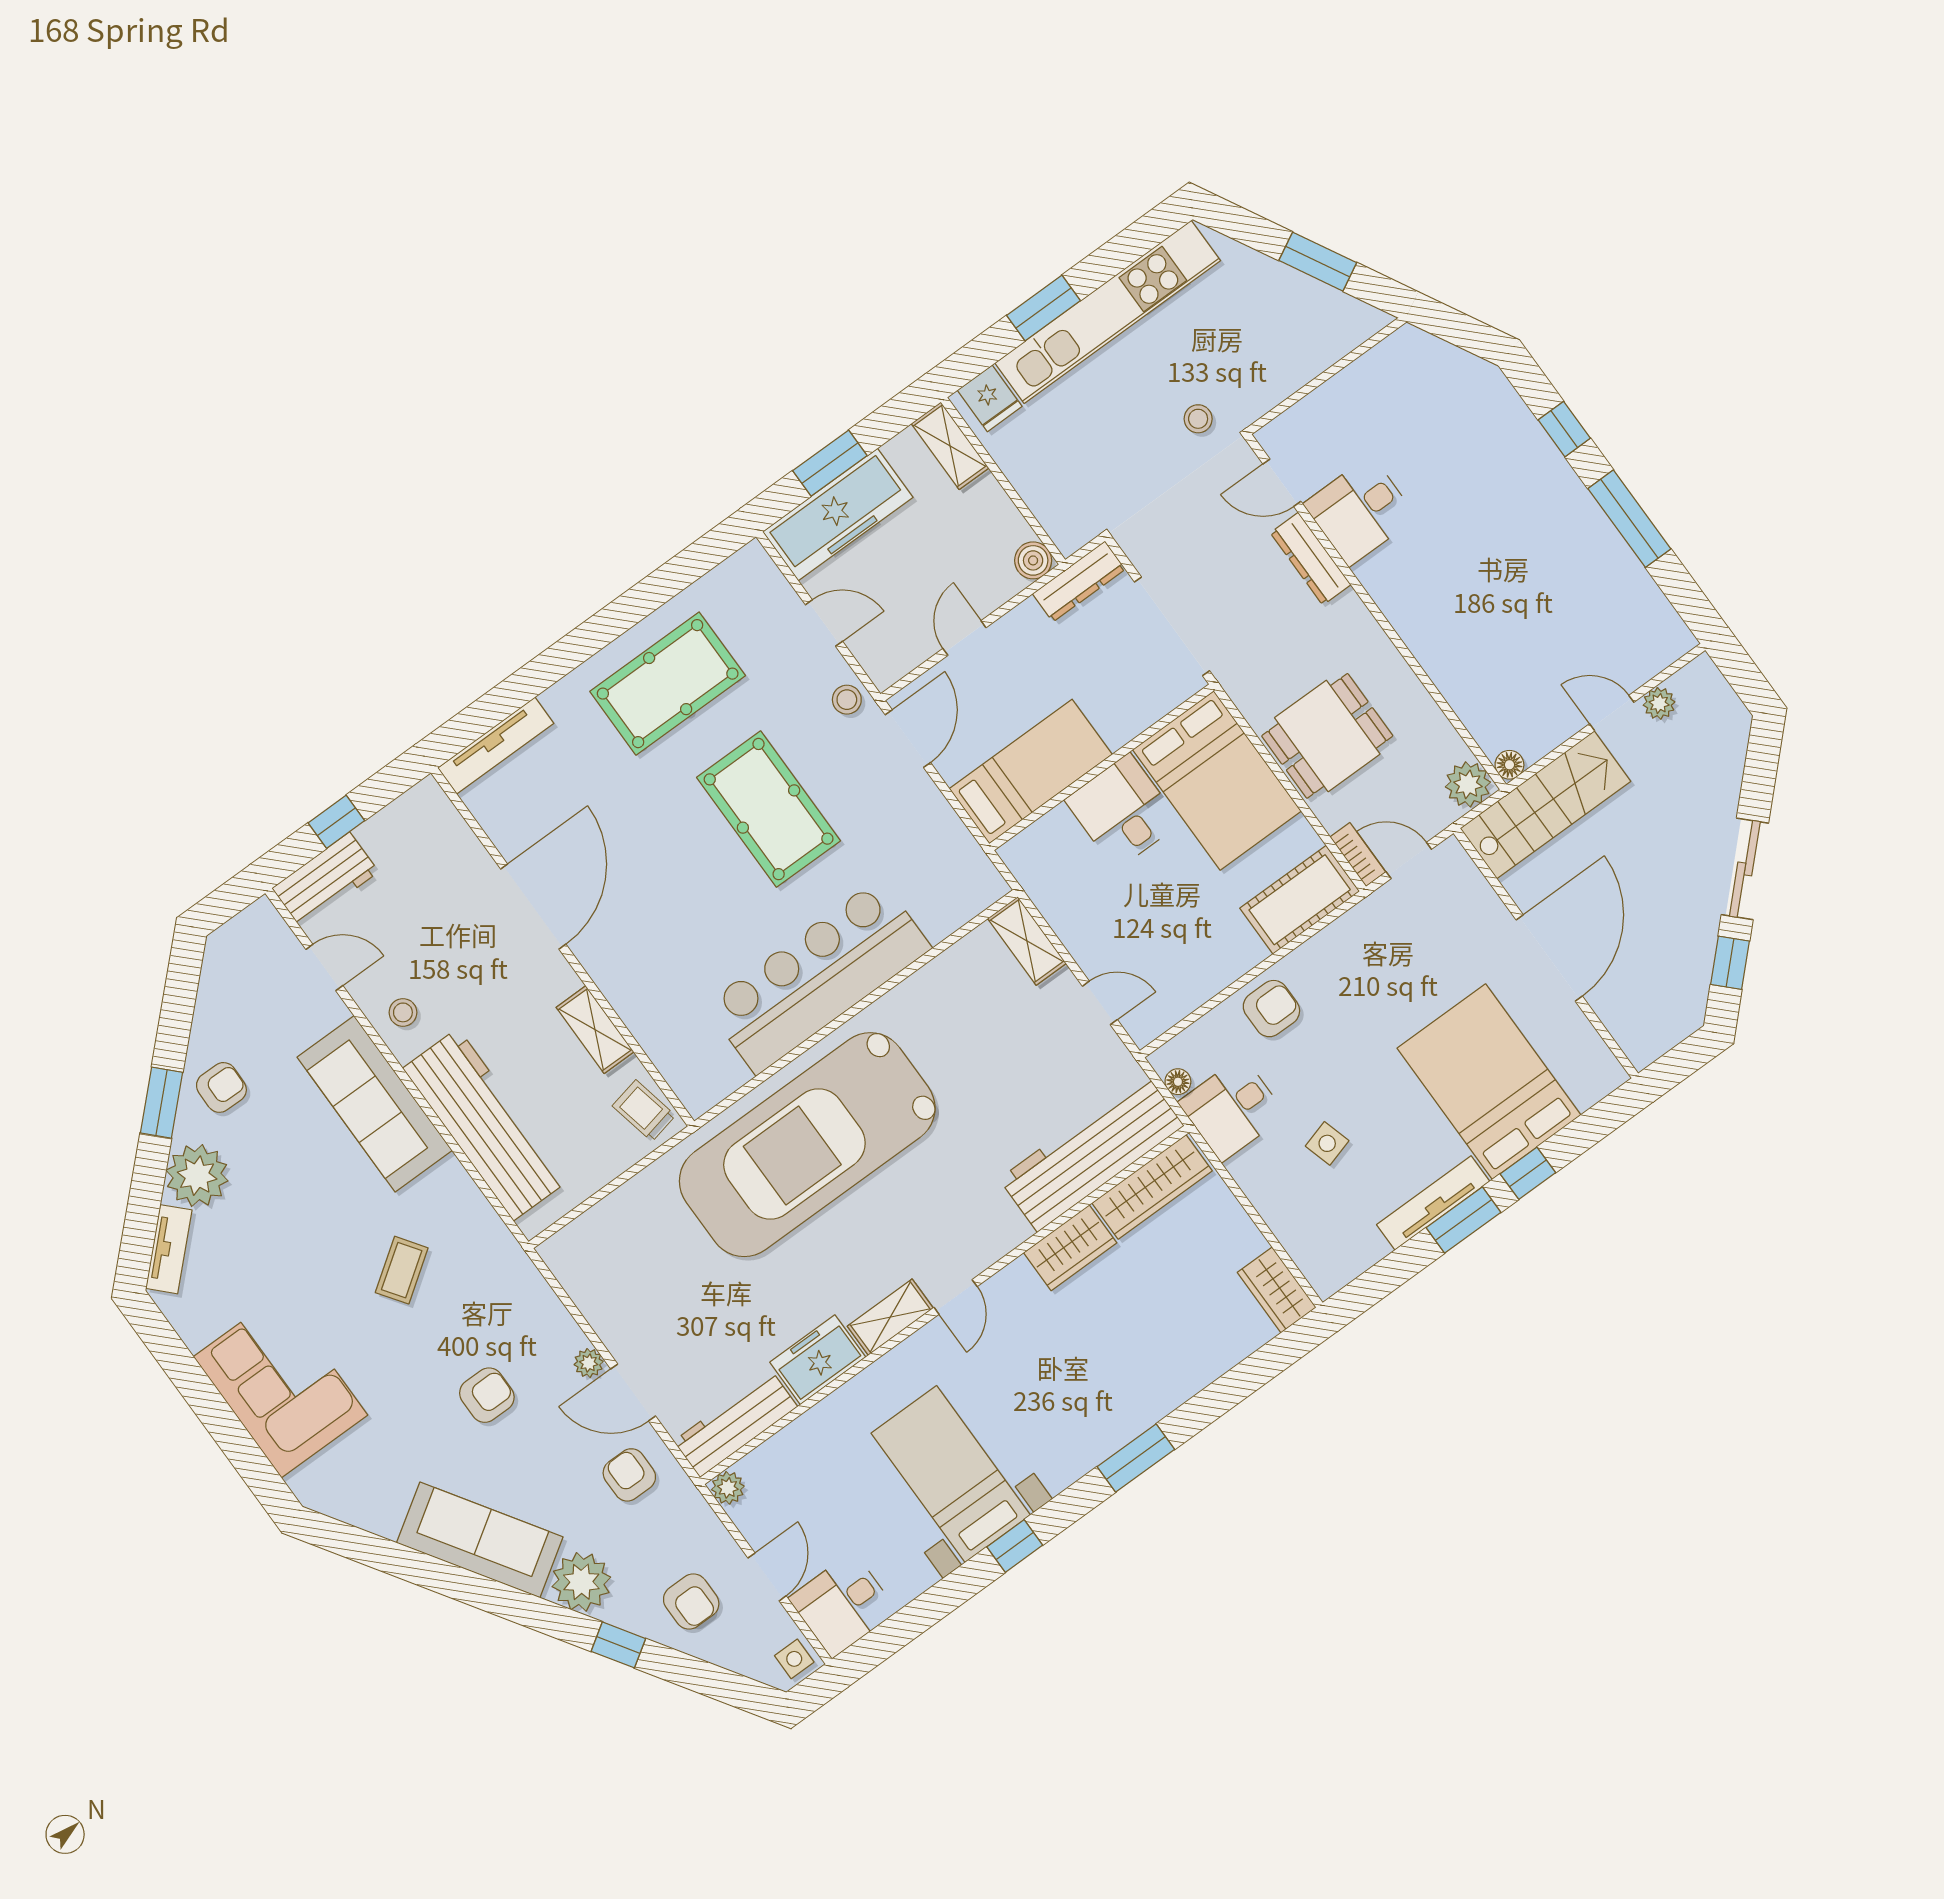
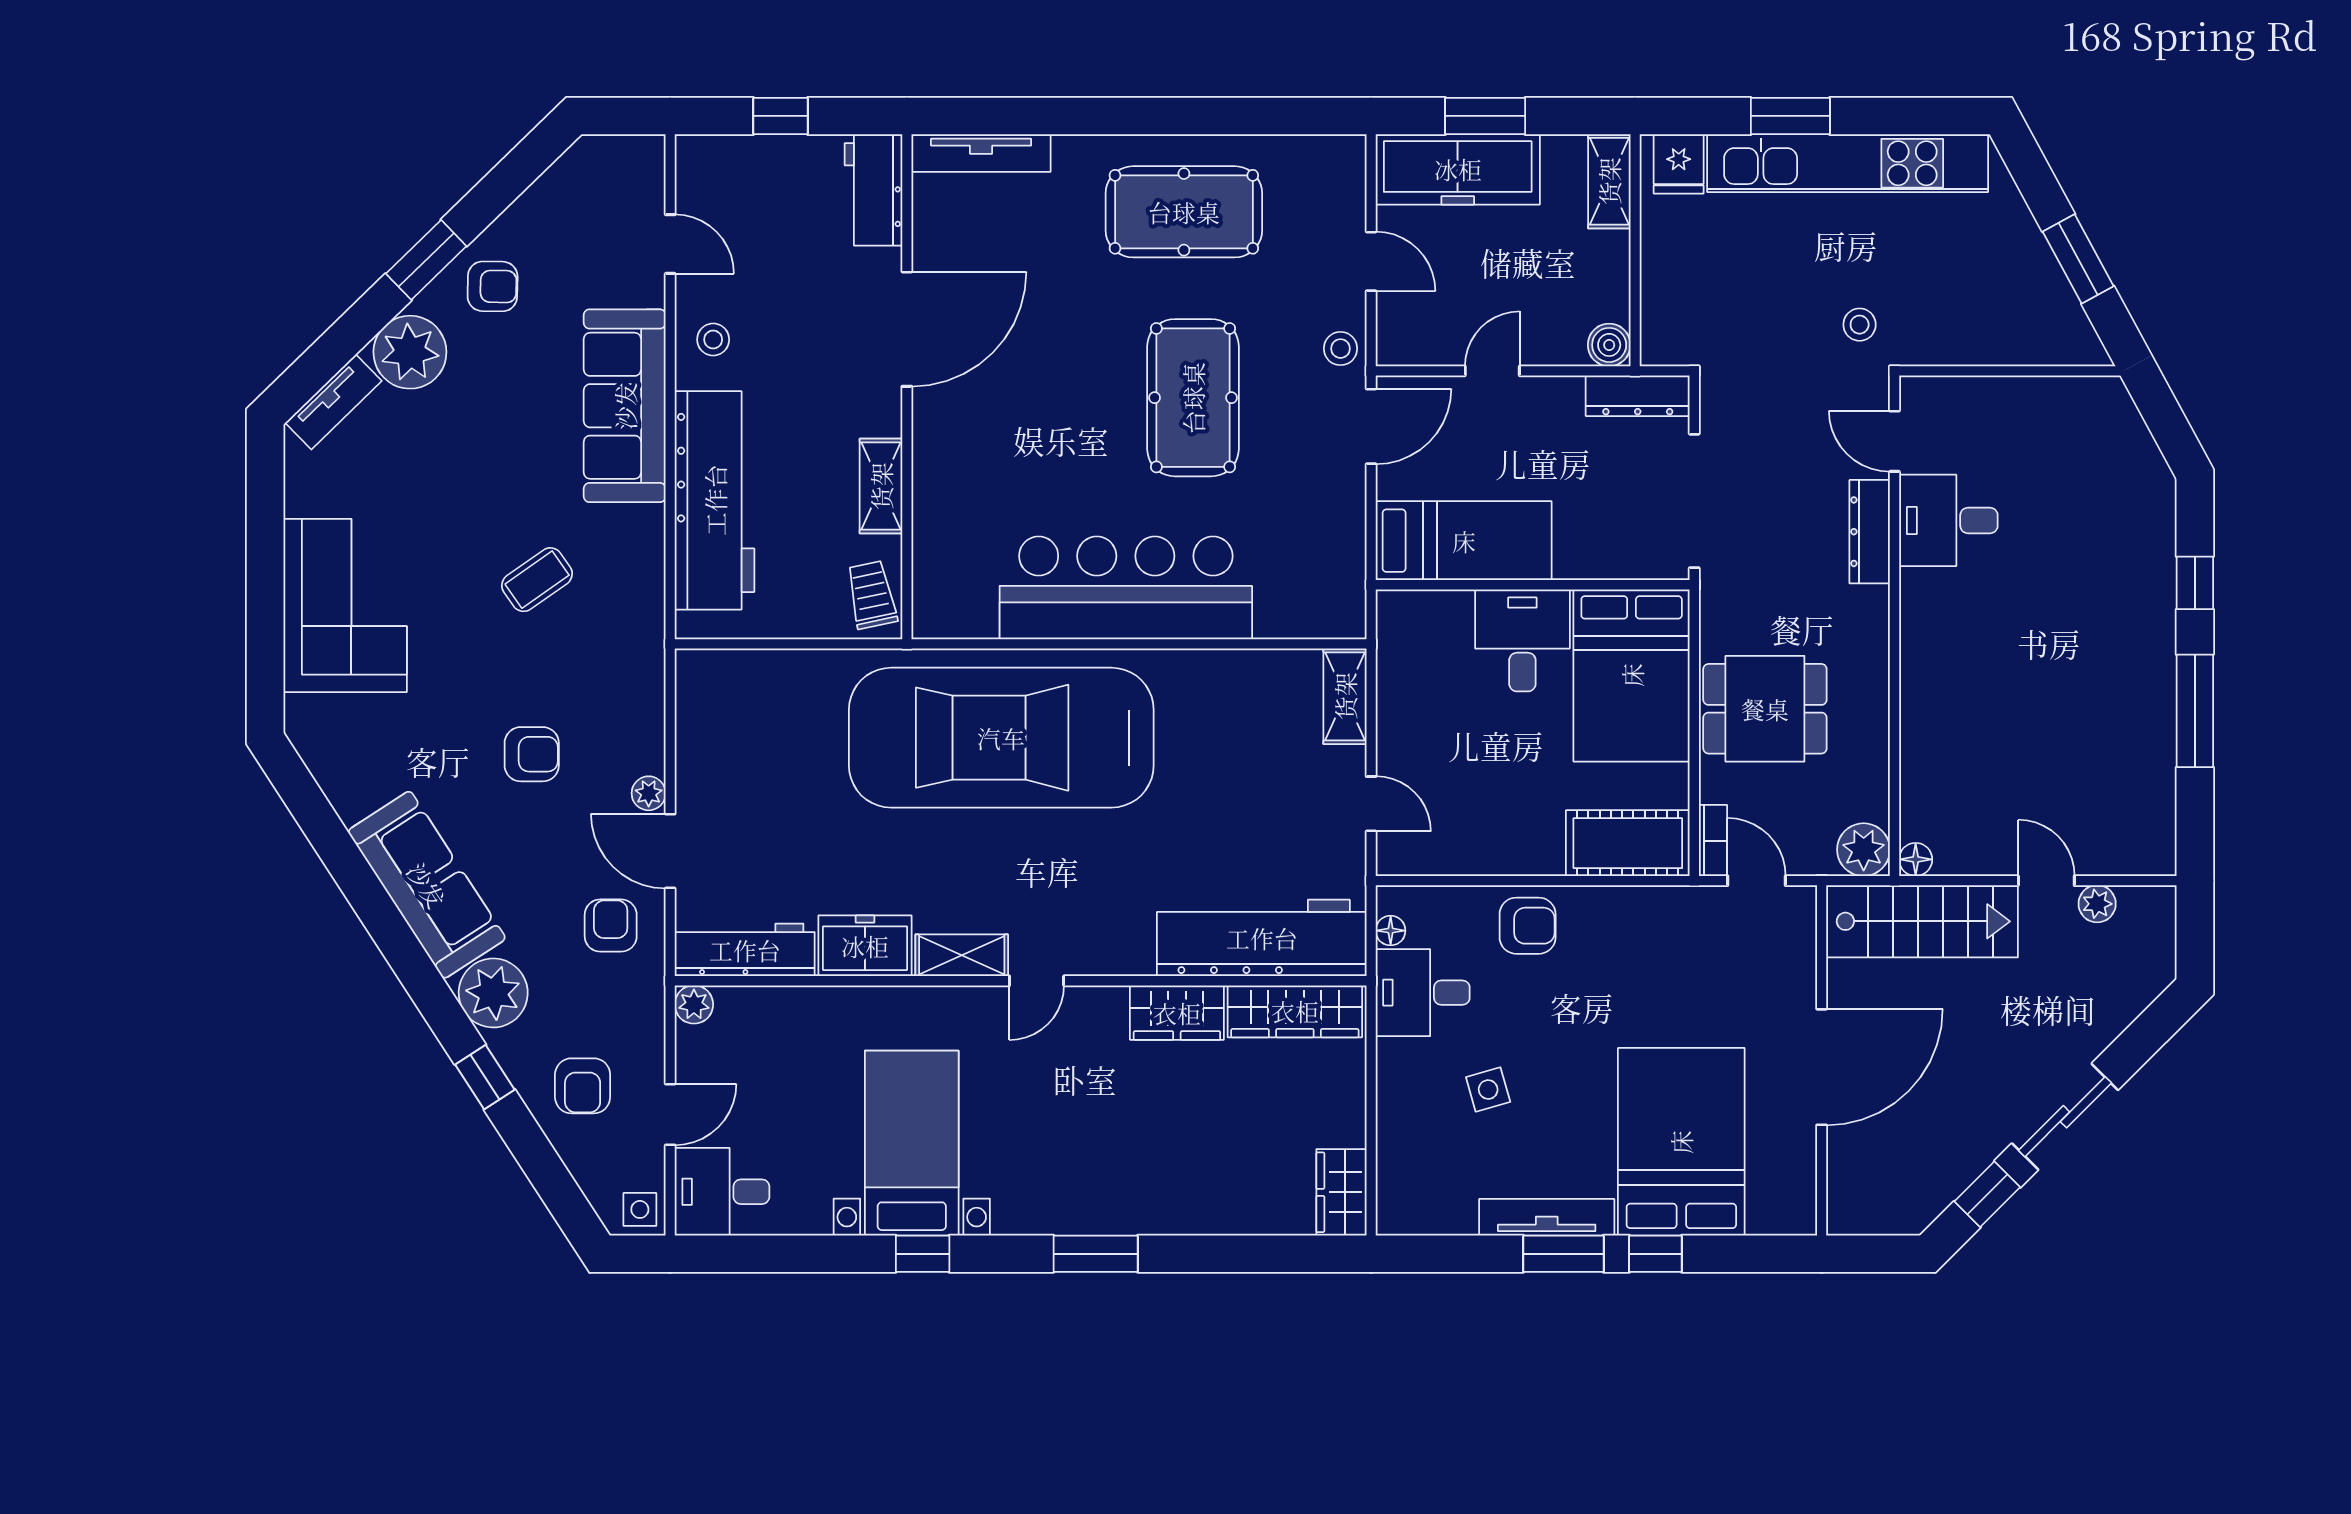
workbench: (325, 880) -> (874, 190), moved, turned 90

